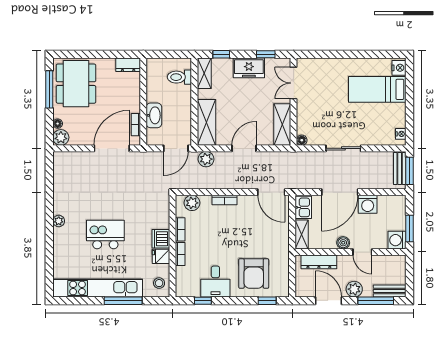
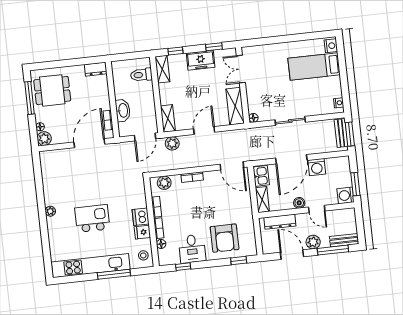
dining table: (76, 84) -> (52, 90), width x0.73
shelving: (206, 122) -> (168, 118), width x0.67, depth x0.75
floor lamp: (181, 272) -> (161, 244), added

